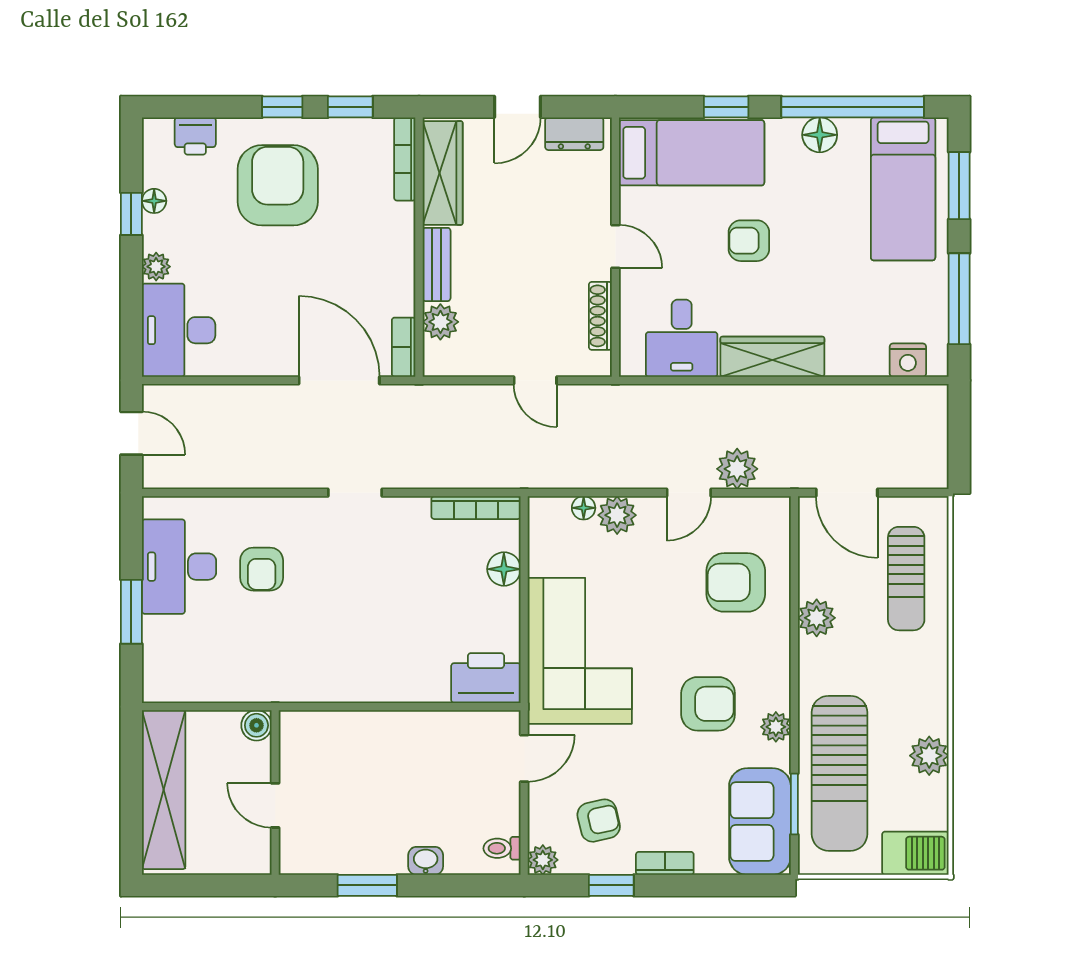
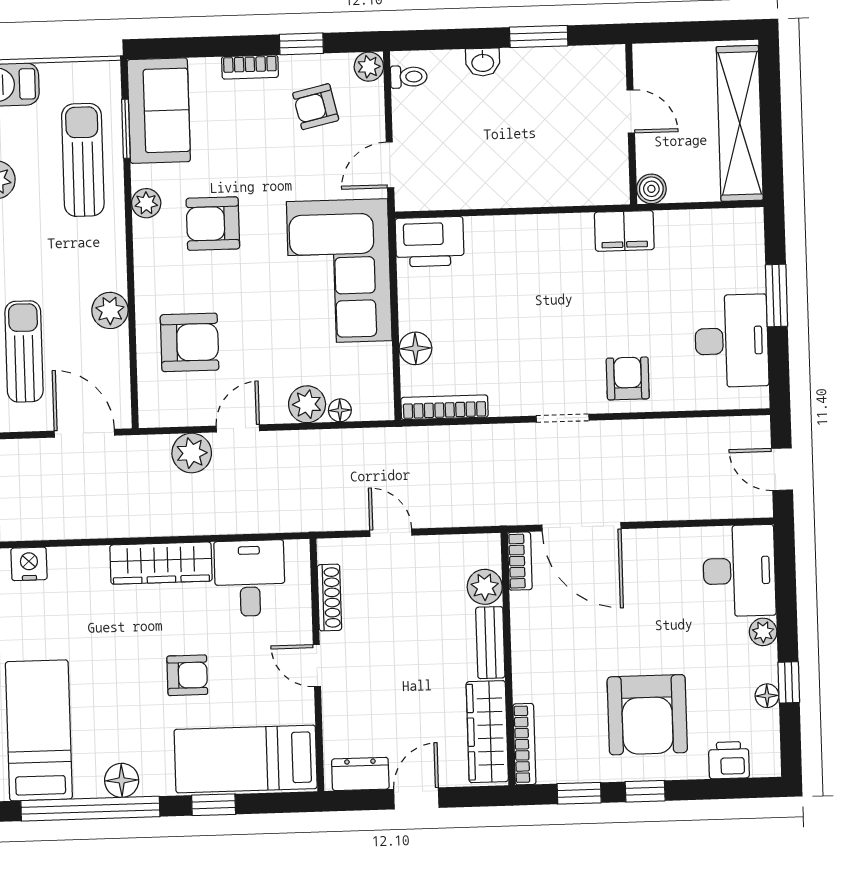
armchair: (262, 569) -> (628, 378), moved
filing cabinet: (286, 683) -> (624, 231), added
sun lounger: (839, 773) -> (83, 160), width x0.73, depth x0.75

